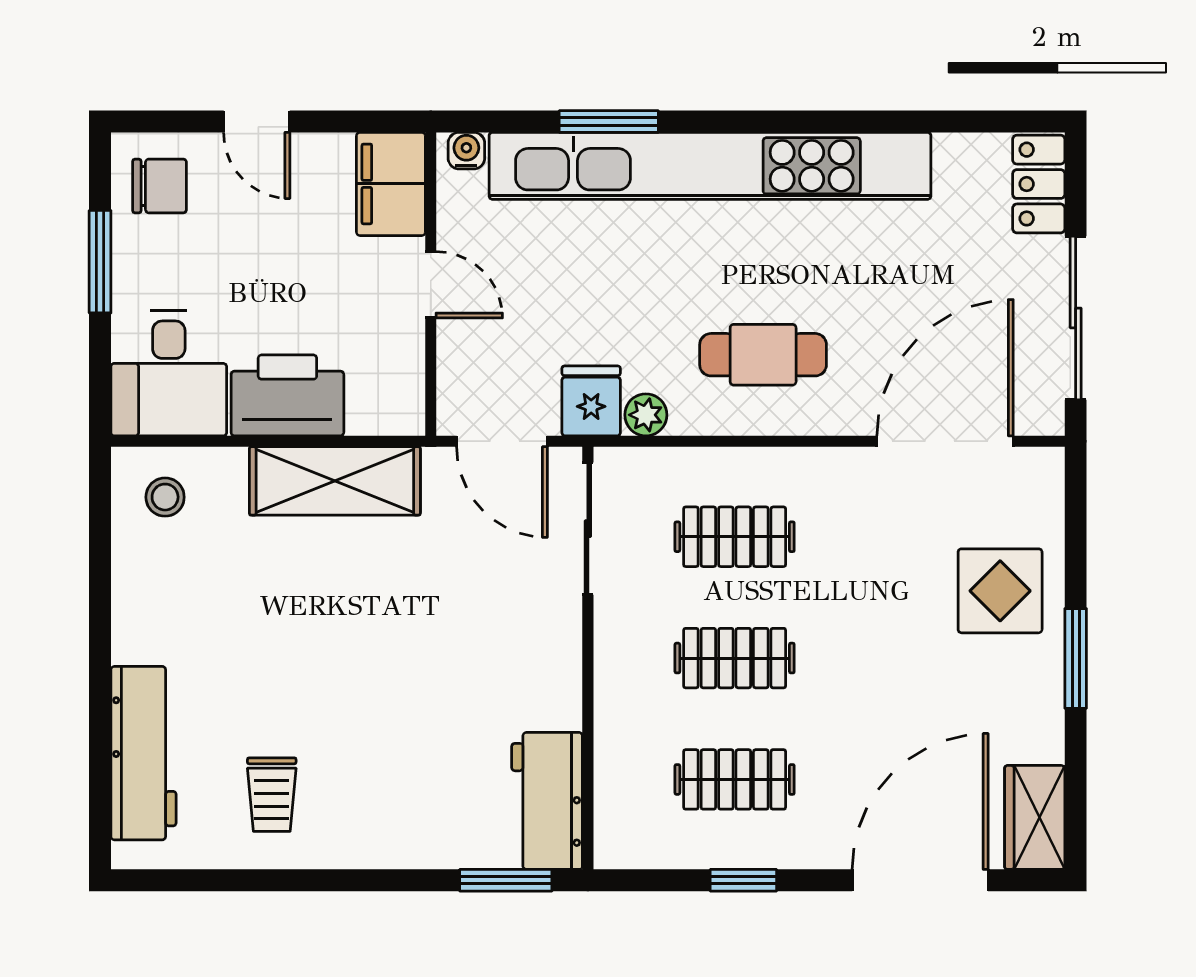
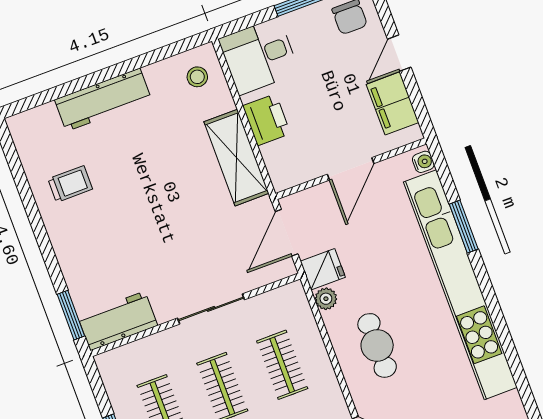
filing cabinet: (391, 184) -> (393, 103), moved, turned -90
door: (431, 285) -> (351, 169), width x1.38
printer: (287, 395) -> (267, 120), width x0.73, depth x0.84
sliding door: (588, 529) -> (211, 309), moved
workbench: (143, 753) -> (103, 100), moved
trolley: (272, 795) -> (70, 184), turned 180

